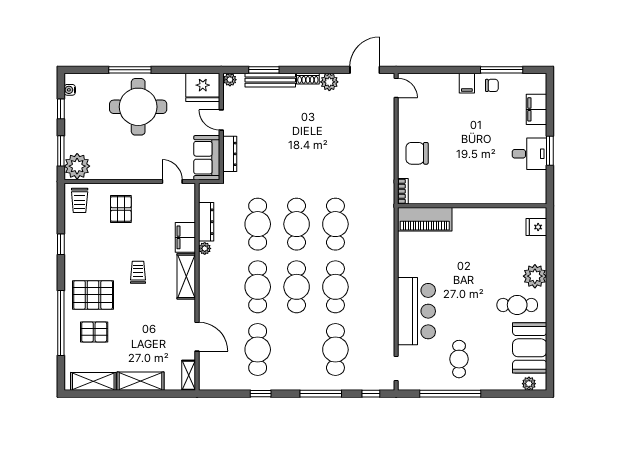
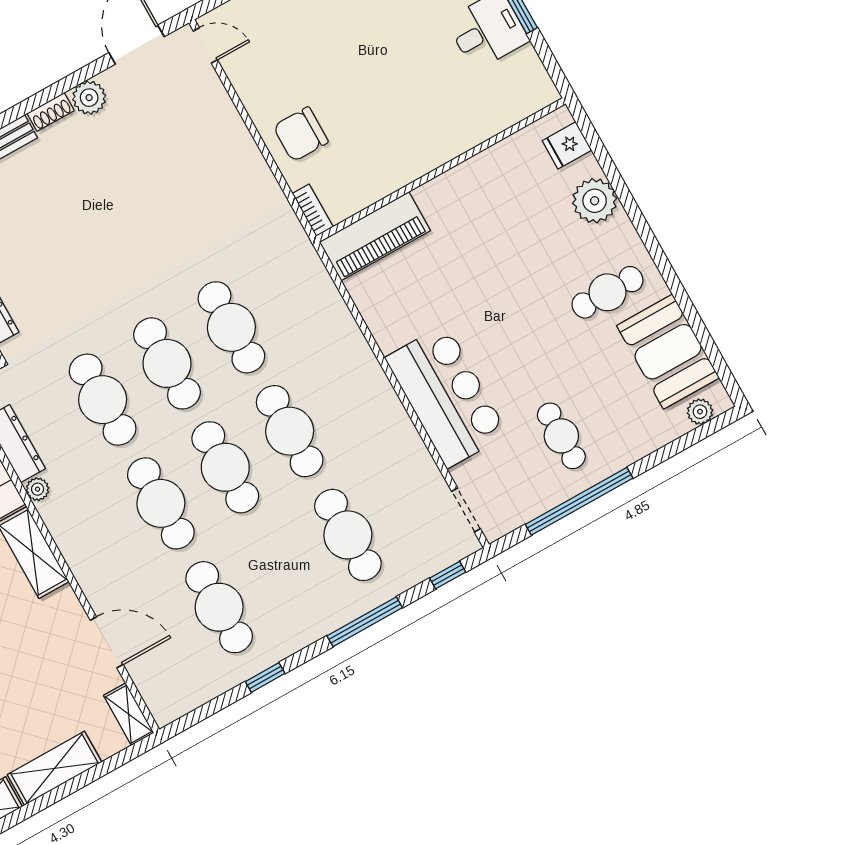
plant: (535, 276) -> (595, 201), moved

